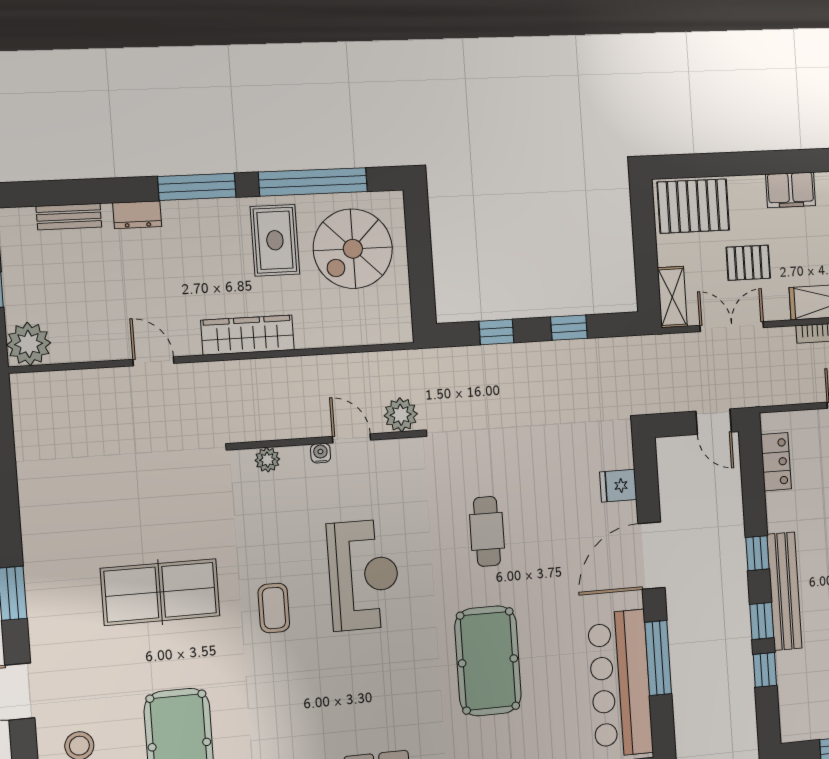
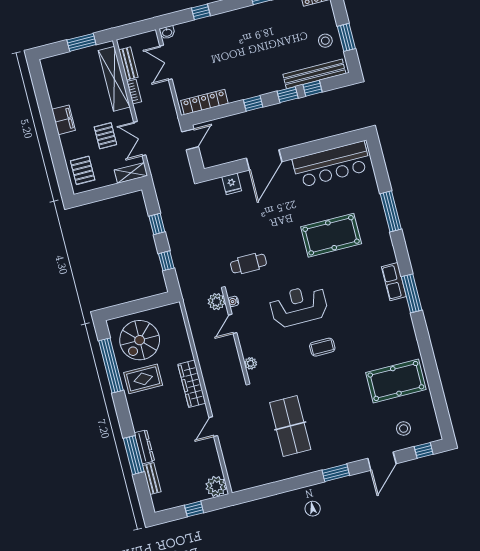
window: (197, 187) -> (134, 455), moved
pallet: (693, 206) -> (83, 170), width x0.67, depth x0.71
dresser: (137, 215) -> (144, 447), width x1.44
spiral stairs: (353, 249) -> (140, 340), turned 90
water cooler: (321, 453) -> (233, 301), moved
locker: (776, 462) -> (204, 102), width x1.53
cafe table: (487, 531) -> (248, 264), moved
door: (651, 556) -> (264, 160), hinge flipped
bench: (784, 591) -> (314, 74), moved
table tennis table: (160, 592) -> (290, 426), moved
window: (658, 658) -> (315, 147), removed

